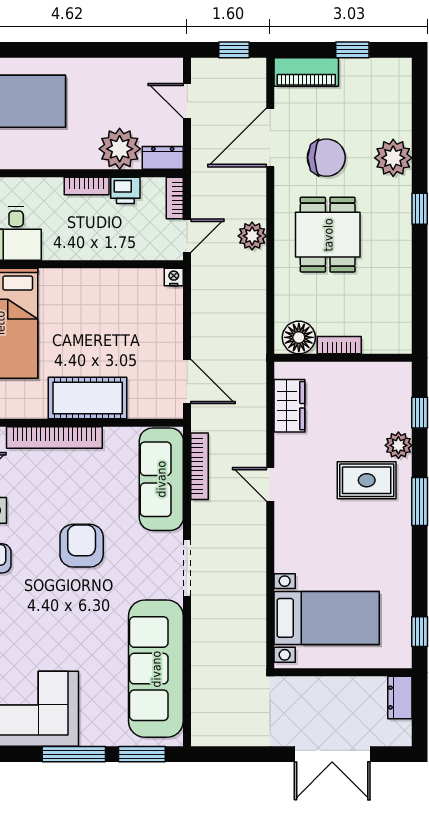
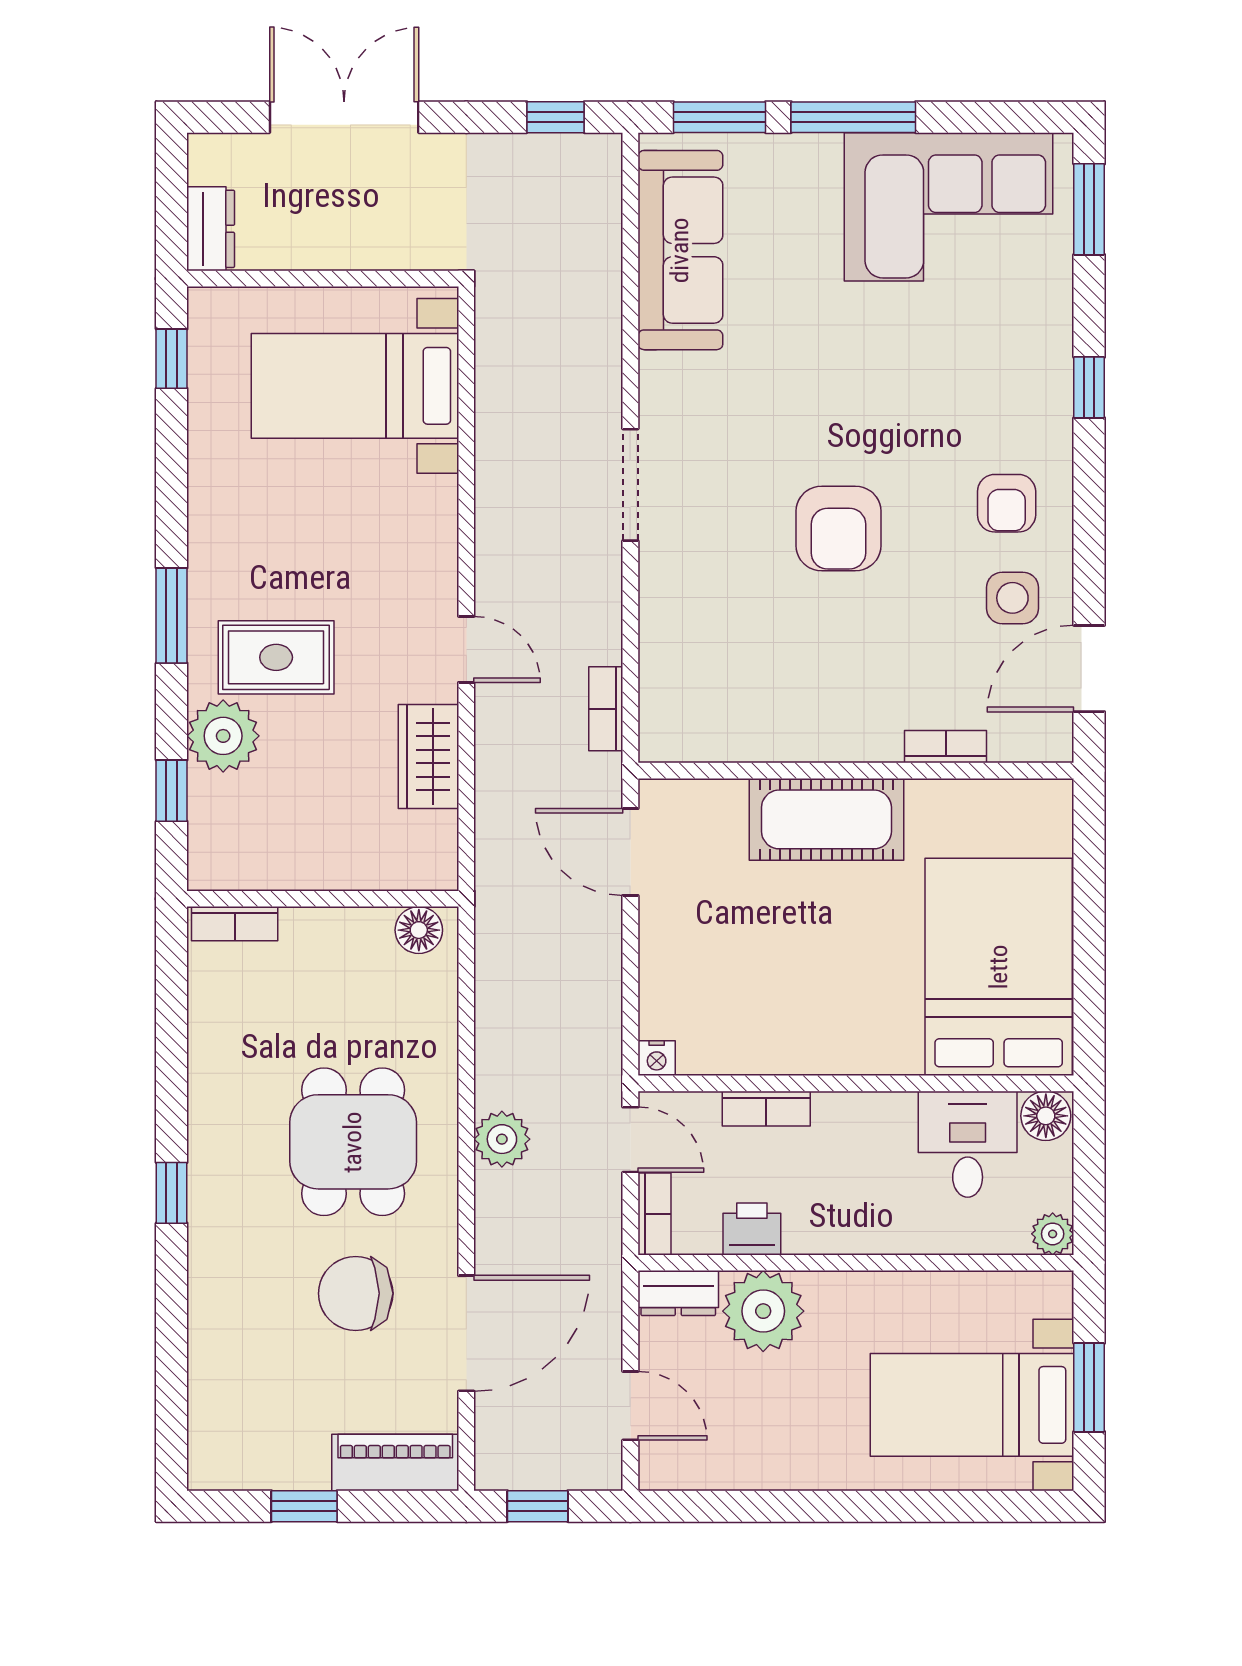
plant: (393, 158) -> (224, 1293), removed
bookcase: (87, 186) -> (766, 1109), moved, turned 180
door: (187, 236) -> (630, 1140), swing flipped
floor lamp: (299, 337) -> (419, 930), width x0.73, depth x0.73
bookcase: (339, 345) -> (235, 924), moved
wardrobe: (289, 406) -> (428, 756), moved
bookcase: (54, 438) -> (946, 747), width x0.43, depth x0.76
plant: (398, 445) -> (223, 736), width x1.36, depth x1.36
bookcase: (200, 466) -> (606, 709), width x0.64
sofa: (161, 479) -> (681, 659), removed
sofa: (156, 669) -> (680, 250), width x0.74, depth x0.79
window: (225, 754) -> (556, 117), added

